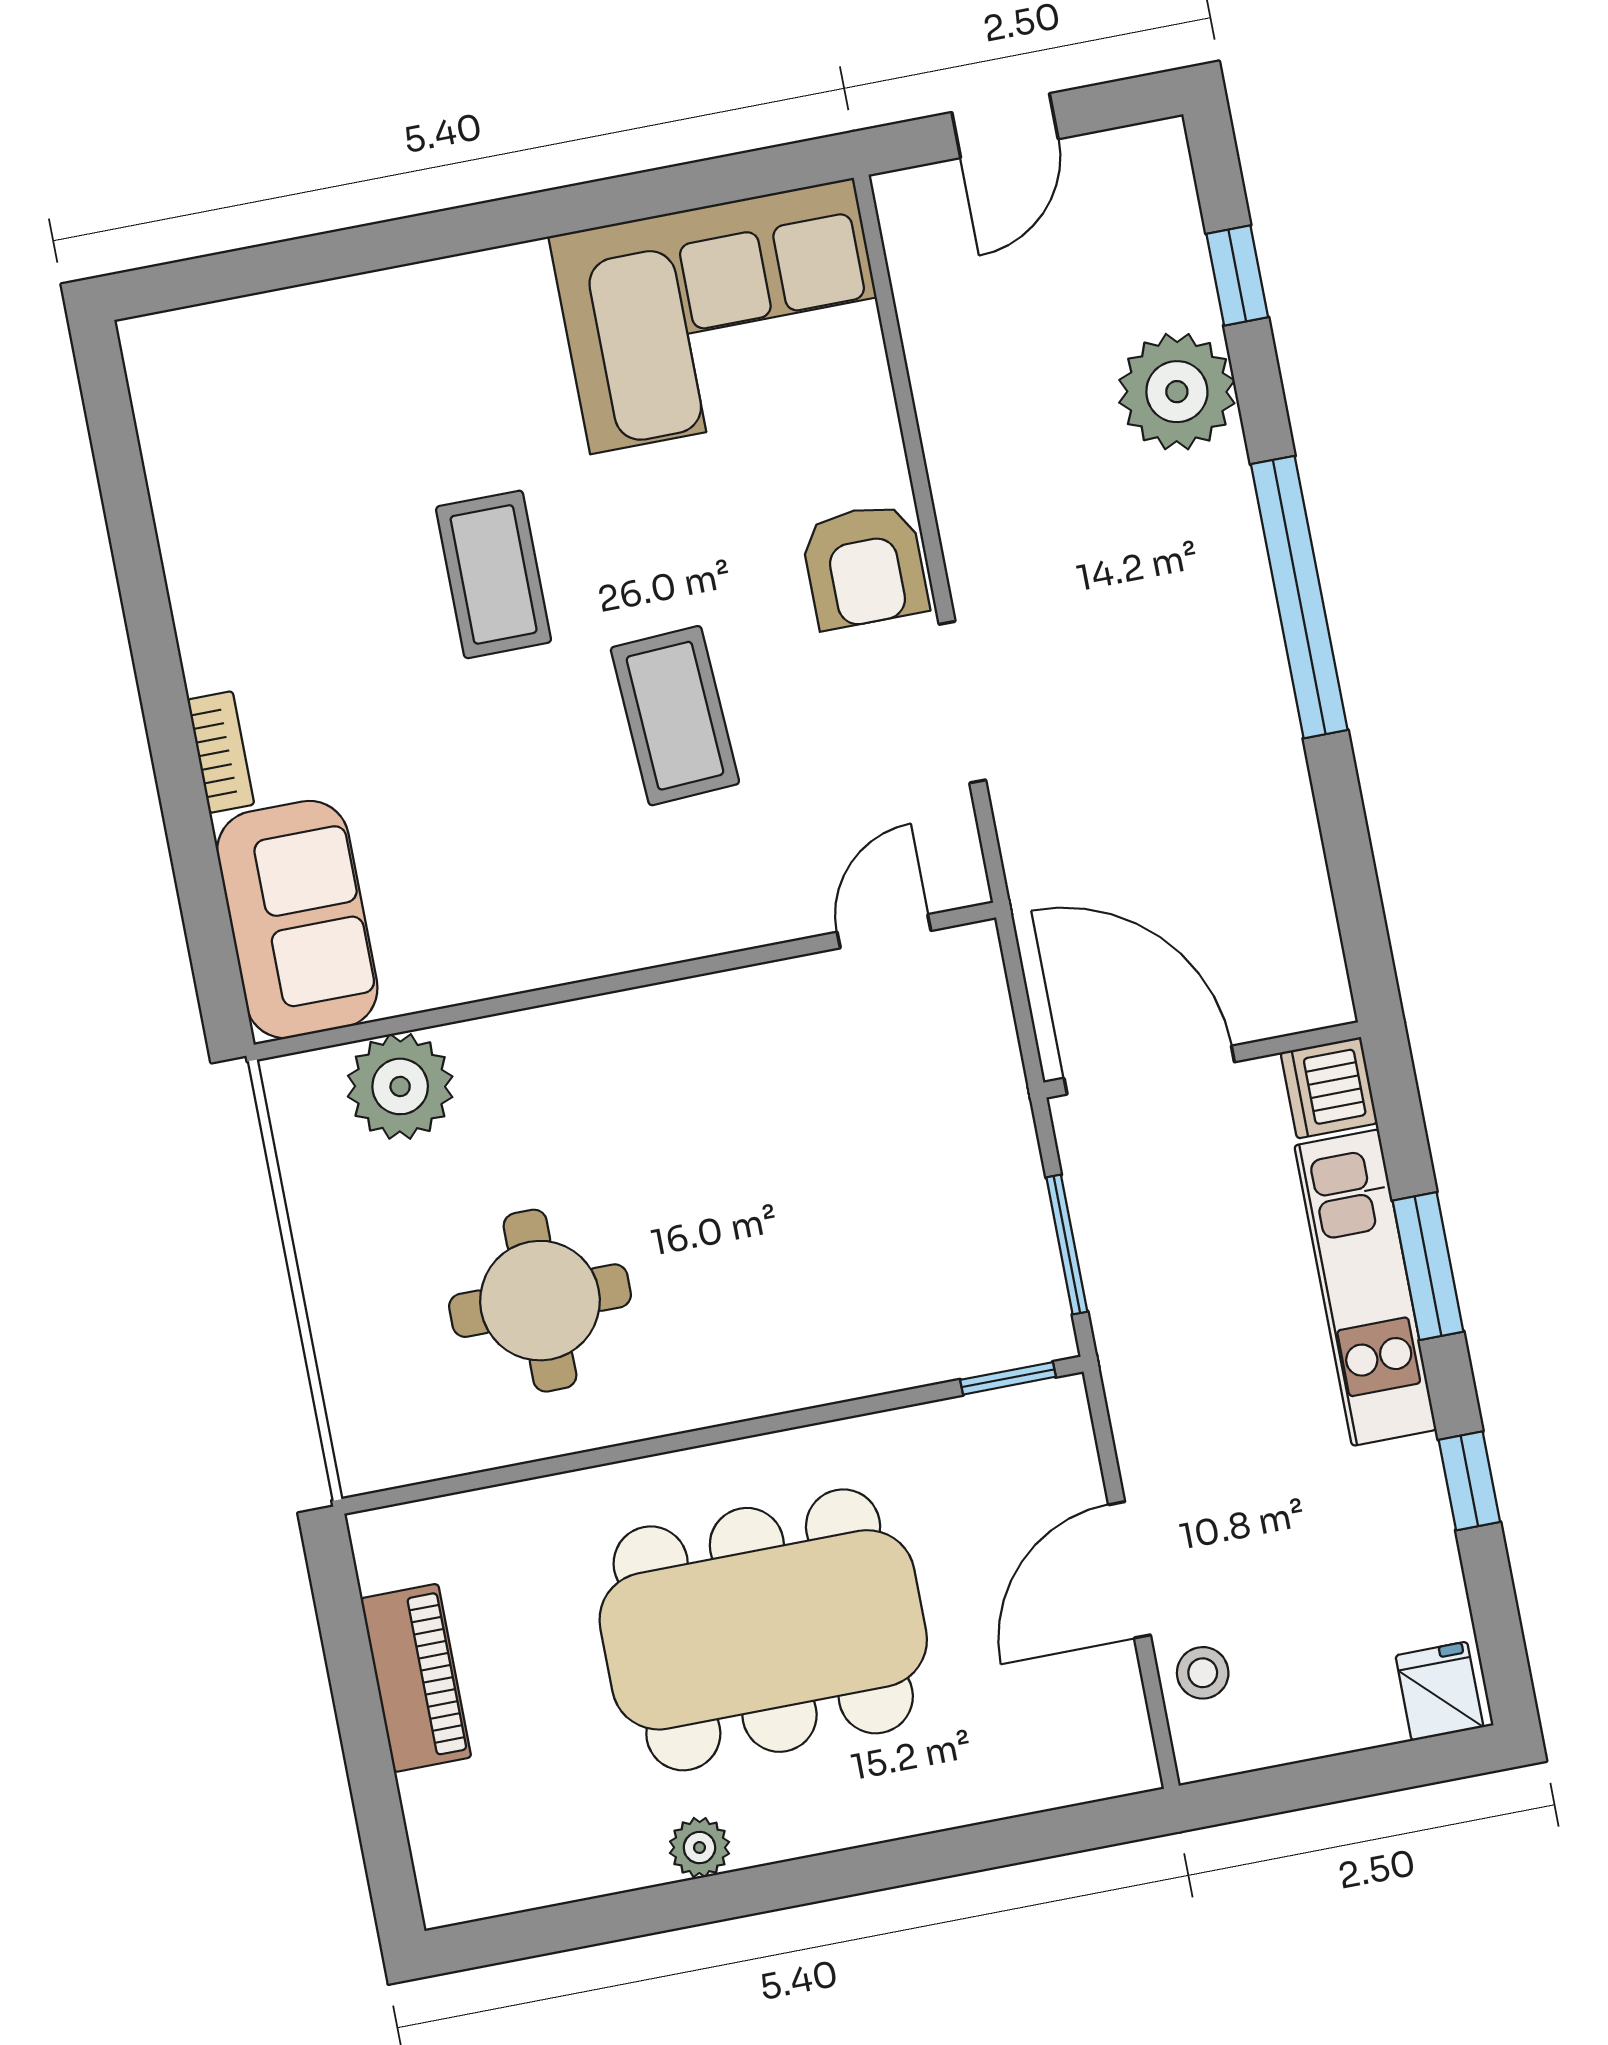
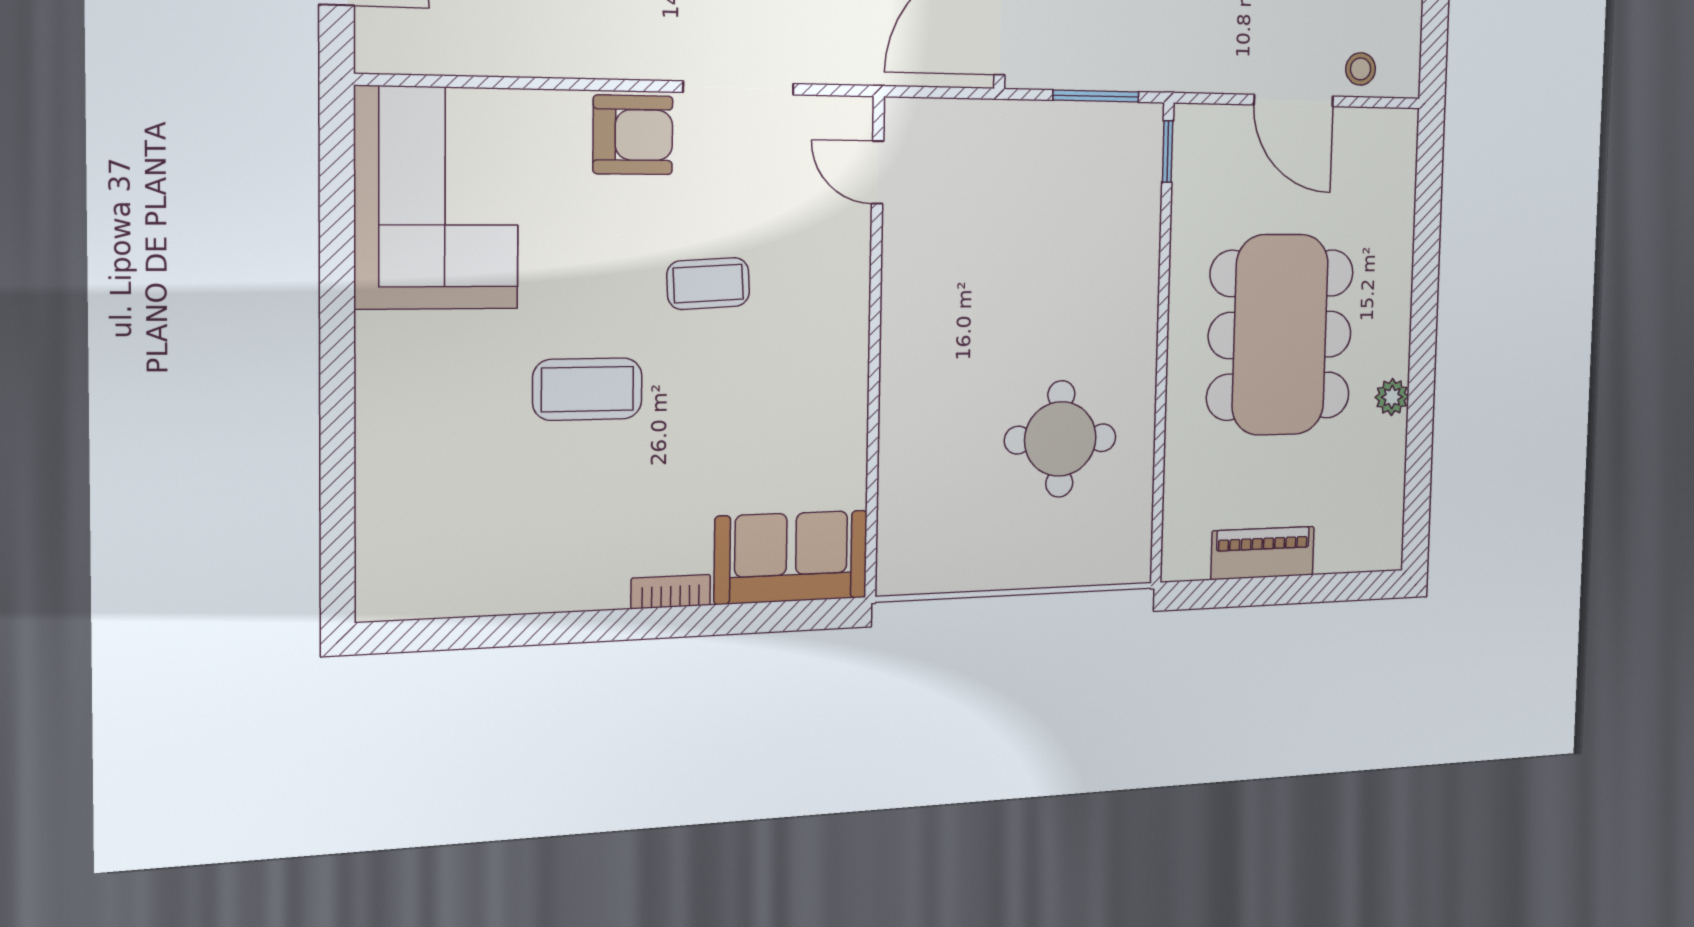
coffee table: (675, 716) -> (708, 284), width x0.73, depth x0.77
plant: (400, 1086) -> (911, 507), removed

